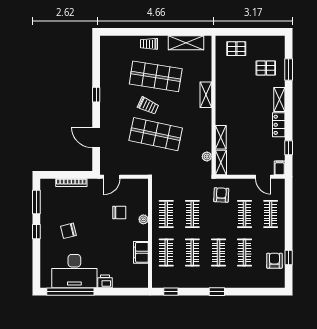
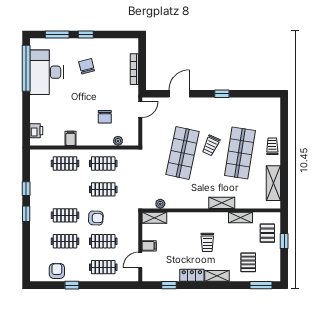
window: (244, 32) -> (284, 241), added
window: (289, 70) -> (261, 285), moved
trolley: (246, 109) -> (207, 242), added
shelving: (221, 137) -> (241, 218), moved
filing cabinet: (280, 168) -> (149, 246), moved
door: (112, 177) -> (140, 109), swing flipped
armchair: (221, 195) -> (96, 218), moved
window: (36, 202) -> (57, 34), moved
plant: (143, 219) -> (118, 141), moved
filing cabinet: (141, 252) -> (71, 138), width x0.50
clothes rail: (192, 252) -> (65, 189), removed
window: (289, 258) -> (72, 285), moved
armchair: (274, 261) -> (57, 271), turned -90
printer: (105, 281) -> (36, 131), moved
window: (171, 292) -> (26, 189), moved

